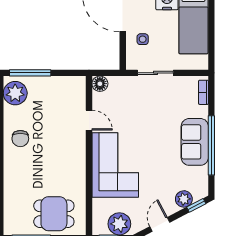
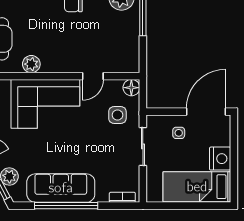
side table: (126, 97) -> (117, 115), added
sofa: (195, 142) -> (61, 188), width x1.36
plant: (78, 178) -> (31, 64), added

